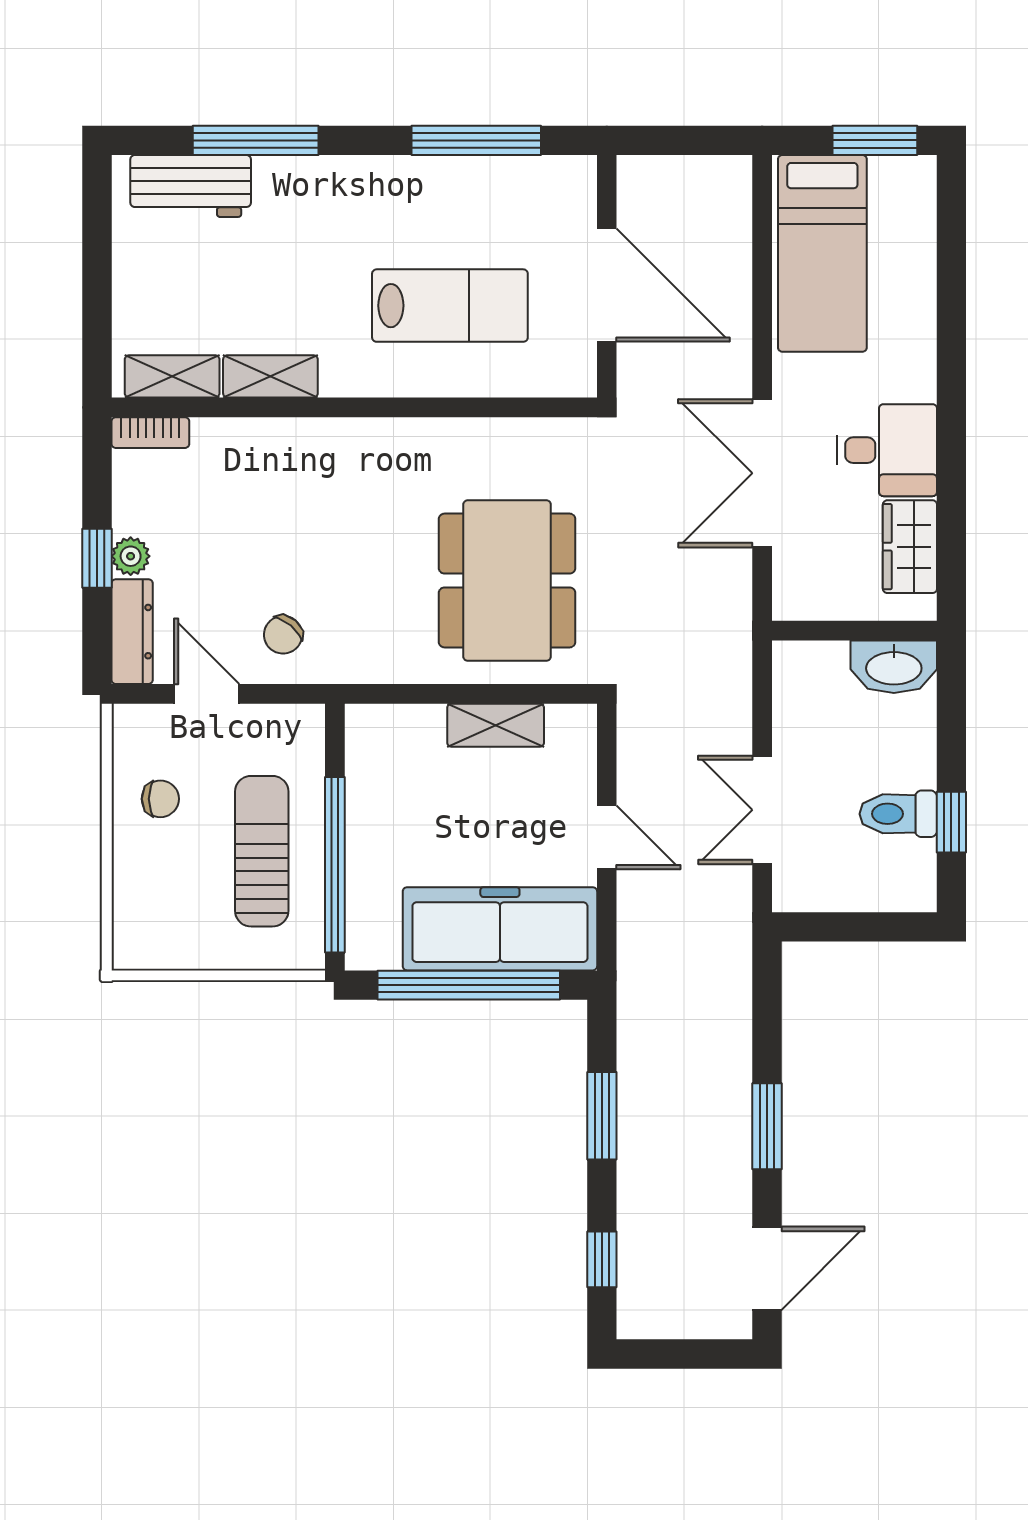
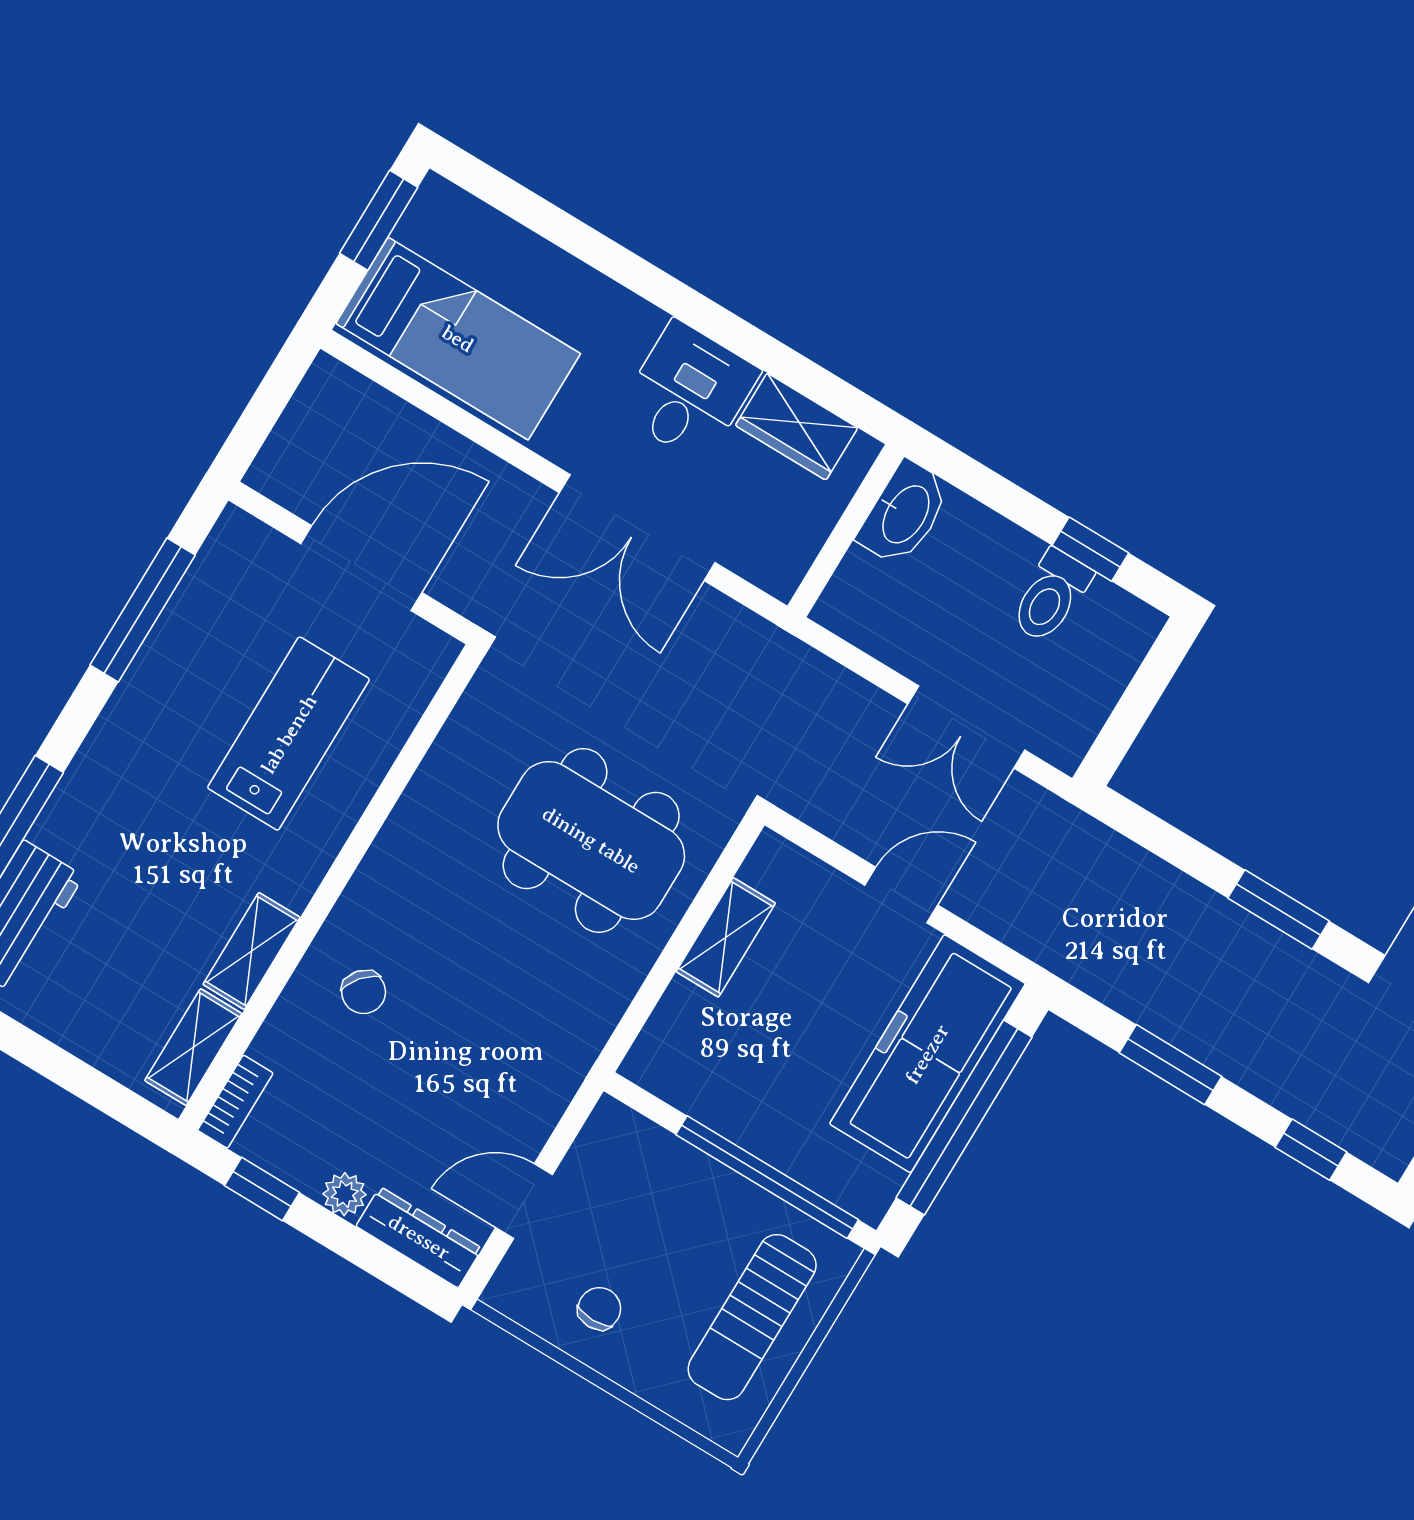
window: (97, 558) -> (262, 1189), moved
chair: (283, 635) -> (364, 992), moved
sun lounger: (262, 851) -> (752, 1317), moved, turned -90

